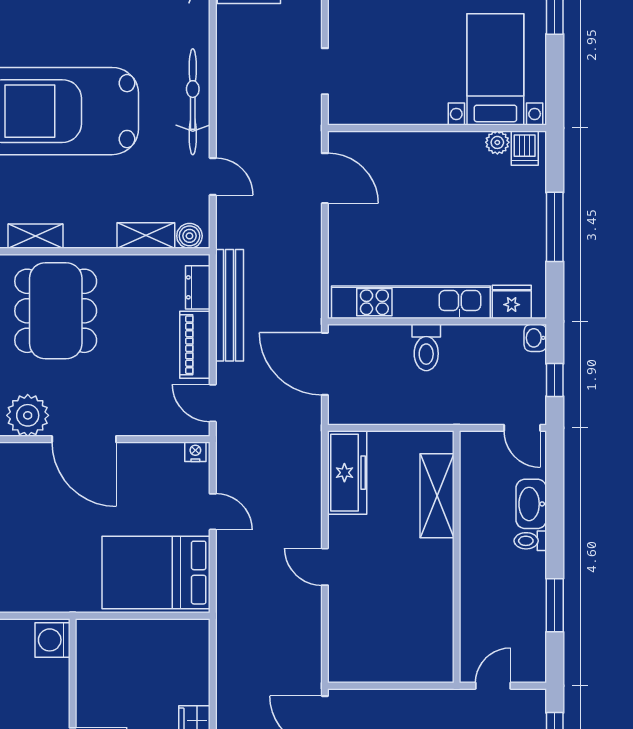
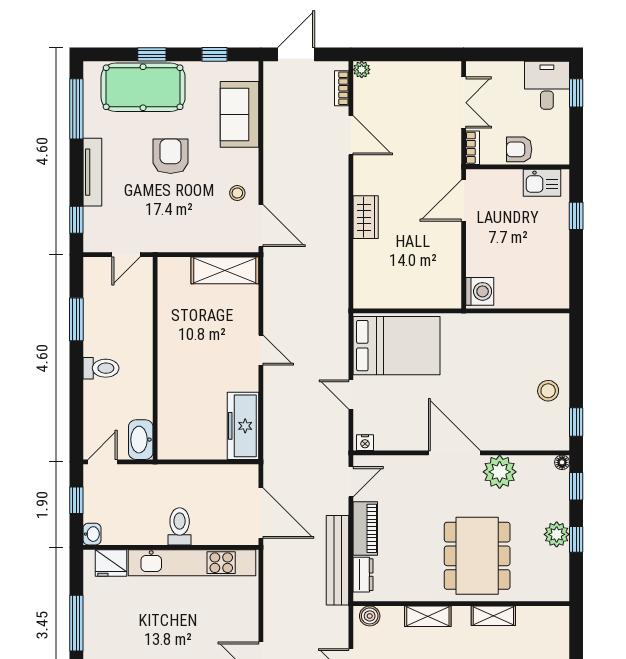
shelving: (146, 236) -> (428, 616), moved
door: (213, 403) -> (351, 482), hinge flipped
door: (522, 428) -> (103, 462), hinge flipped
shelving: (437, 496) -> (225, 270), moved, turned 90
washbasin: (531, 504) -> (141, 440), moved, turned 180
toilet: (530, 541) -> (101, 368), width x1.37, depth x1.39

